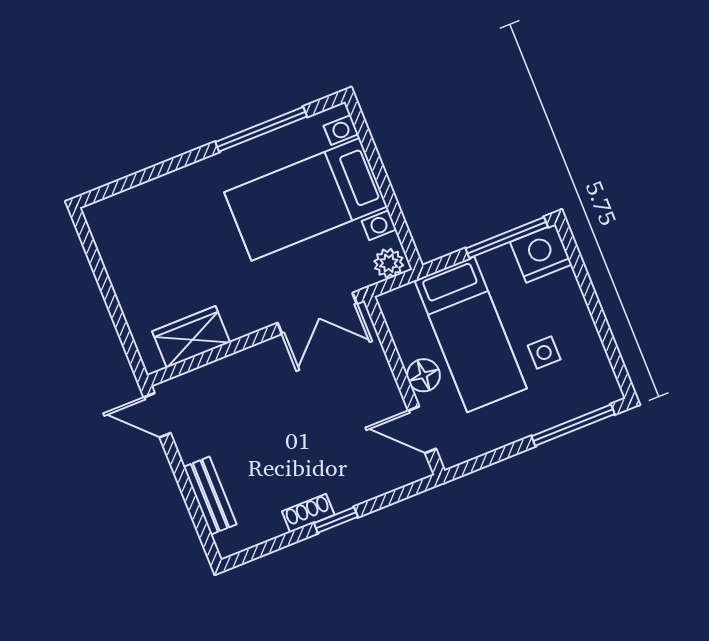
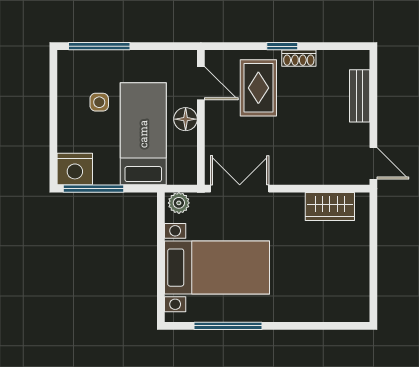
rug: (345, 454) -> (258, 88), added

